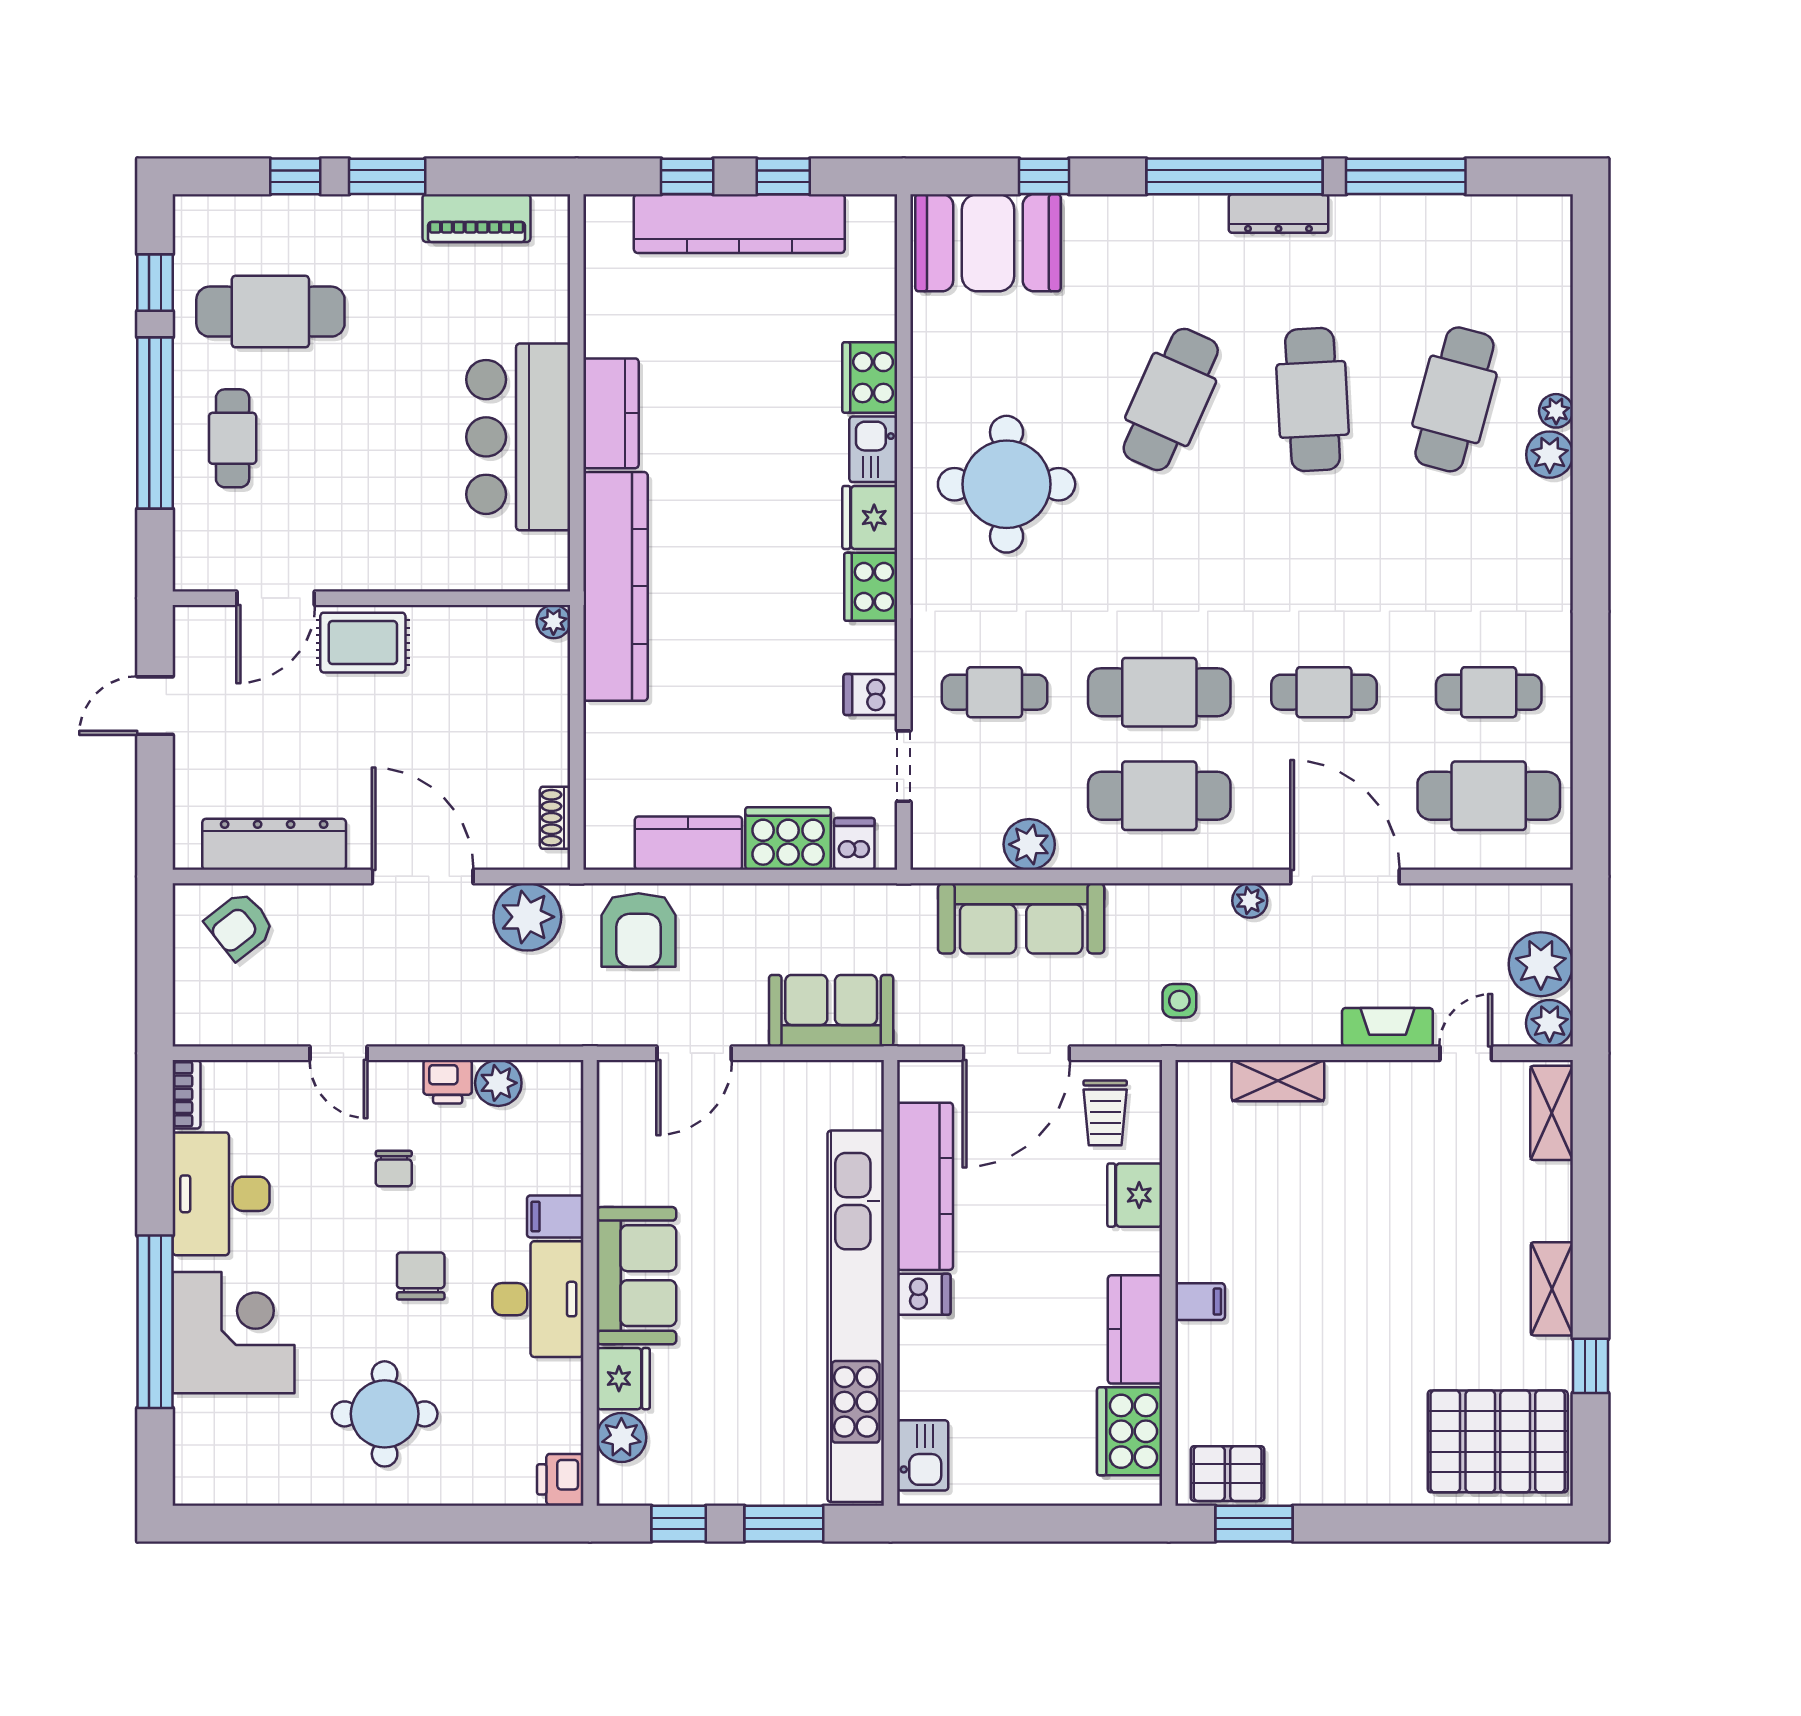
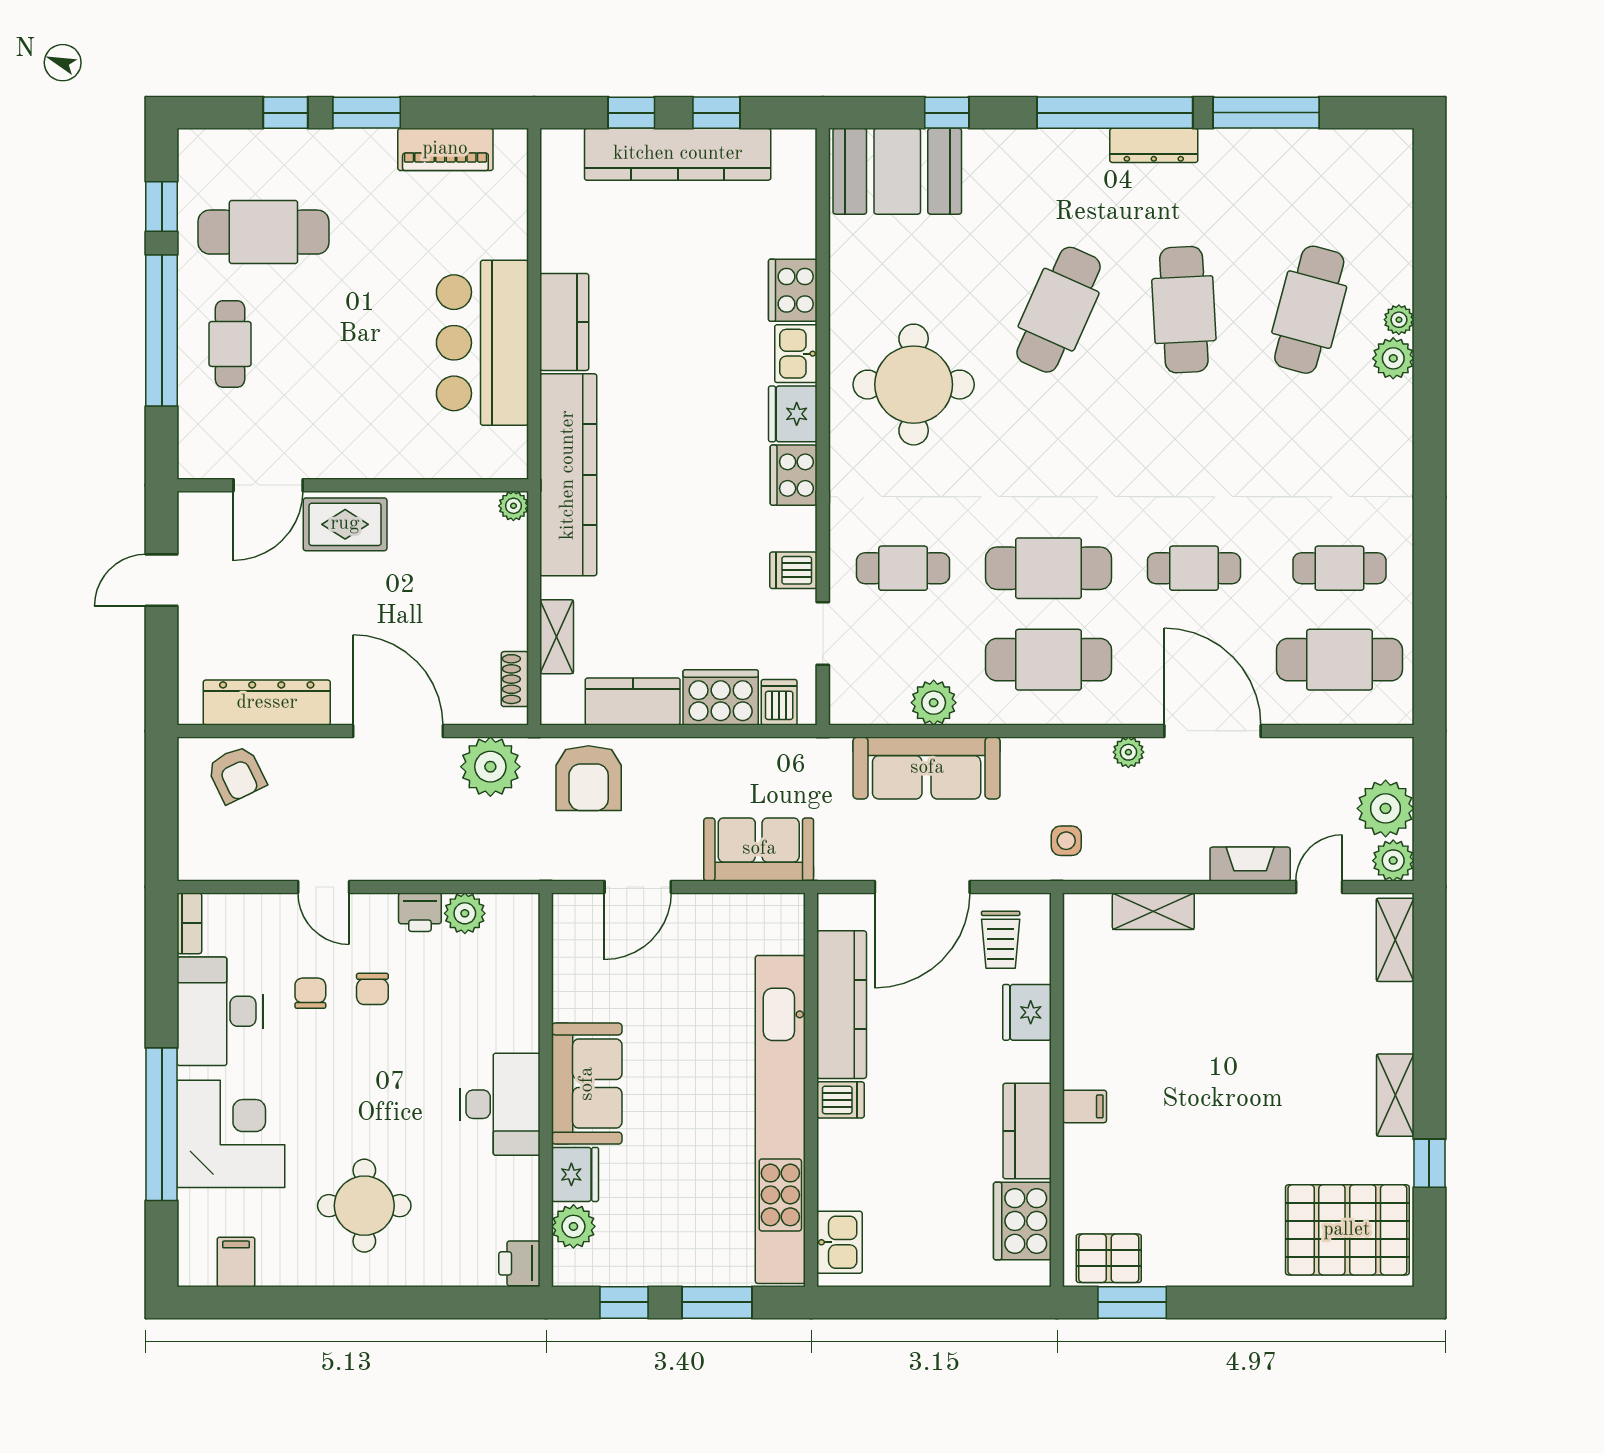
shelving: (602, 770) -> (557, 637), added
armchair: (240, 926) -> (236, 774), turned -78
filing cabinet: (555, 1216) -> (236, 1262), moved, turned 90
chair: (421, 1276) -> (310, 993), moved, width x0.73, depth x0.73

